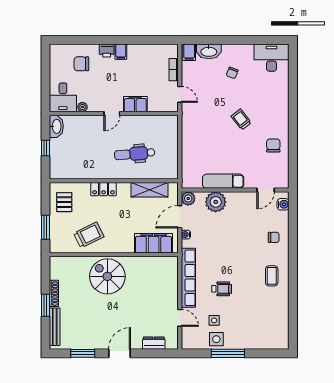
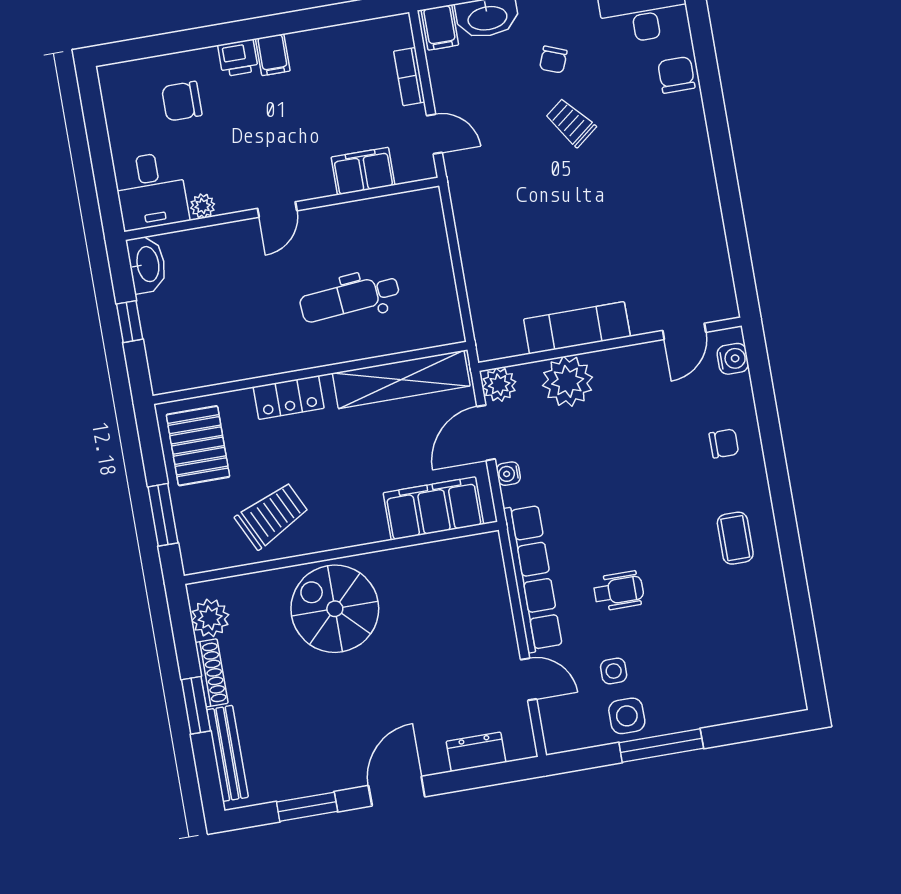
filing cabinet: (135, 104) -> (363, 171), moved
trolley: (241, 119) -> (571, 123), moved
chair: (273, 145) -> (676, 75), moved
shelving: (150, 190) -> (401, 380), width x1.47
pallet: (64, 202) -> (198, 446), width x1.50, depth x1.42
plant: (57, 272) -> (210, 618), added

